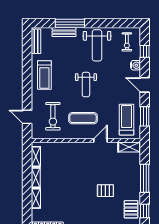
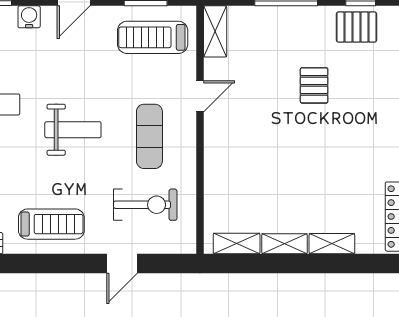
door: (27, 117) -> (122, 264), moved
door: (101, 140) -> (200, 96), swing flipped

